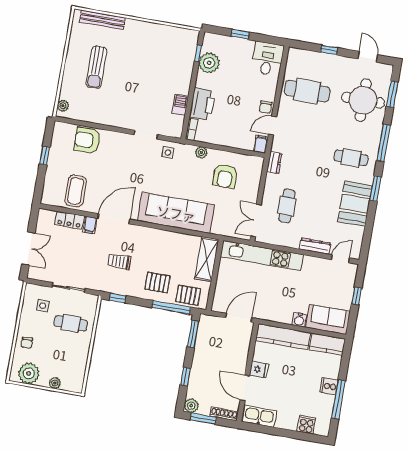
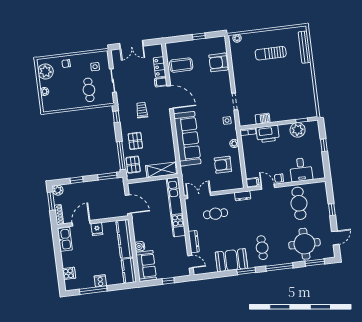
desk: (267, 59) -> (301, 170), moved, turned 90
armchair: (87, 140) -> (218, 62), turned -90

